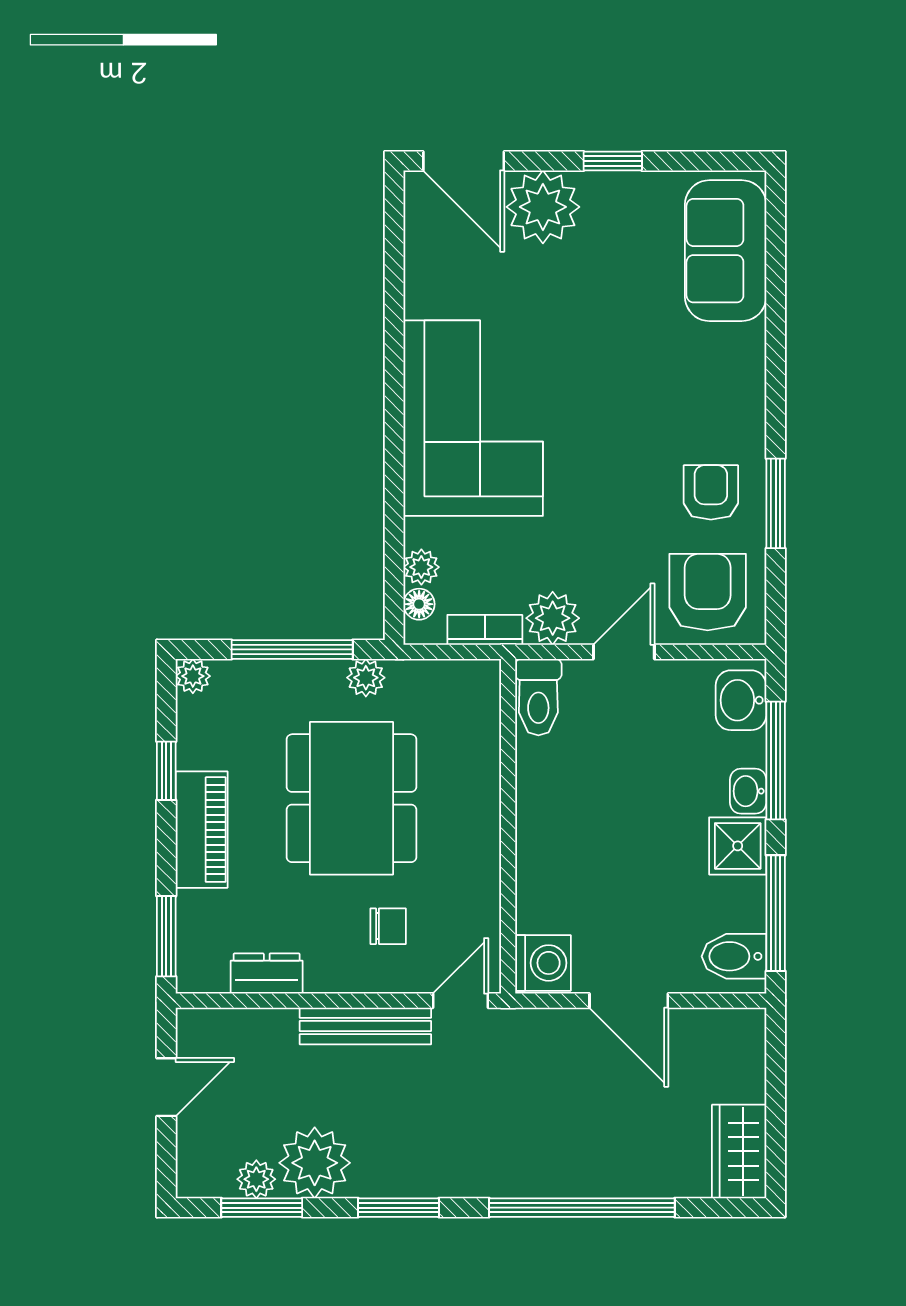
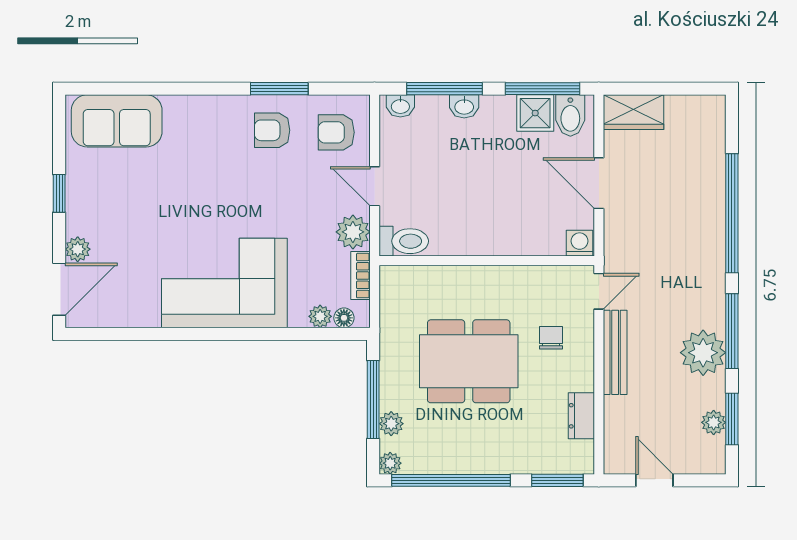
plant: (543, 207) -> (78, 249), width x0.53, depth x0.53
armchair: (708, 592) -> (336, 132), width x0.72, depth x0.72
plant: (366, 678) -> (391, 424), moved
washbasin: (741, 700) -> (400, 106), width x0.72, depth x0.69
window: (166, 771) -> (451, 480), width x3.17
piano: (202, 830) -> (489, 458), removed
shower: (738, 846) -> (535, 113), moved
washing machine: (543, 963) -> (579, 243), width x0.73, depth x0.73
door: (460, 1001) -> (599, 291), swing flipped
door: (629, 1001) -> (599, 183), swing flipped
wardrobe: (739, 1151) -> (633, 112), moved
plant: (315, 1163) -> (703, 353), moved
window: (398, 1208) -> (732, 331), width x1.44

